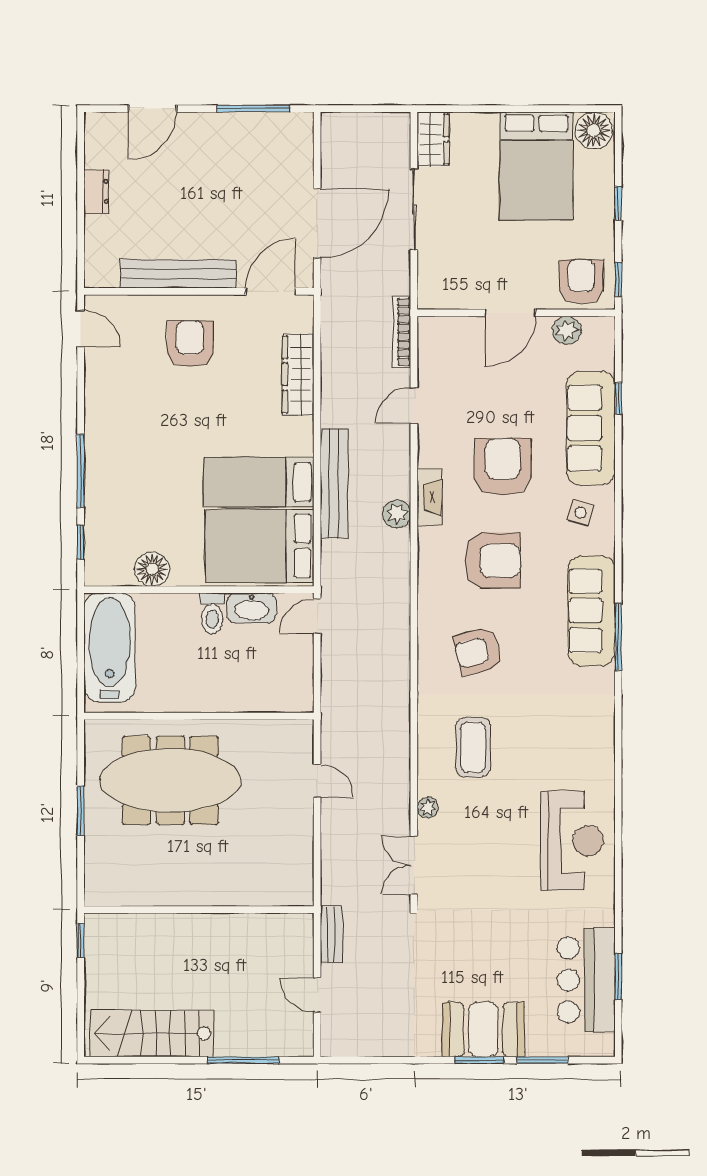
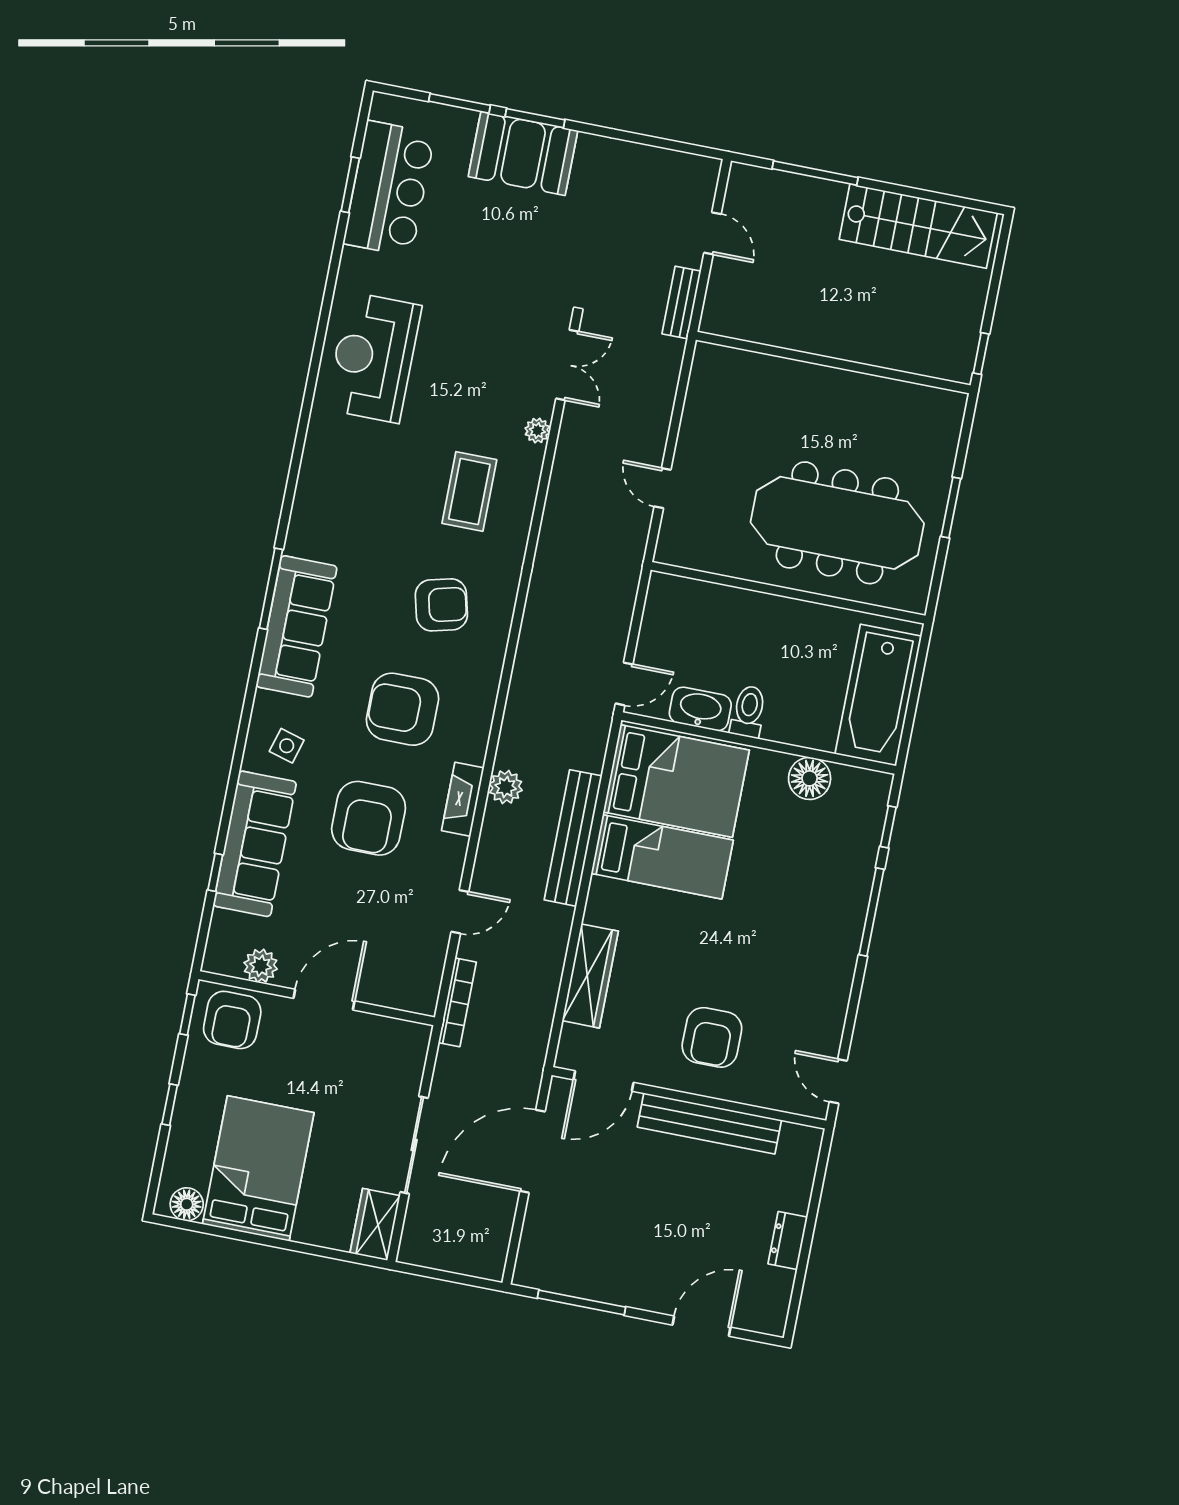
floor lamp: (594, 131) -> (187, 1204), width x0.73, depth x0.73

